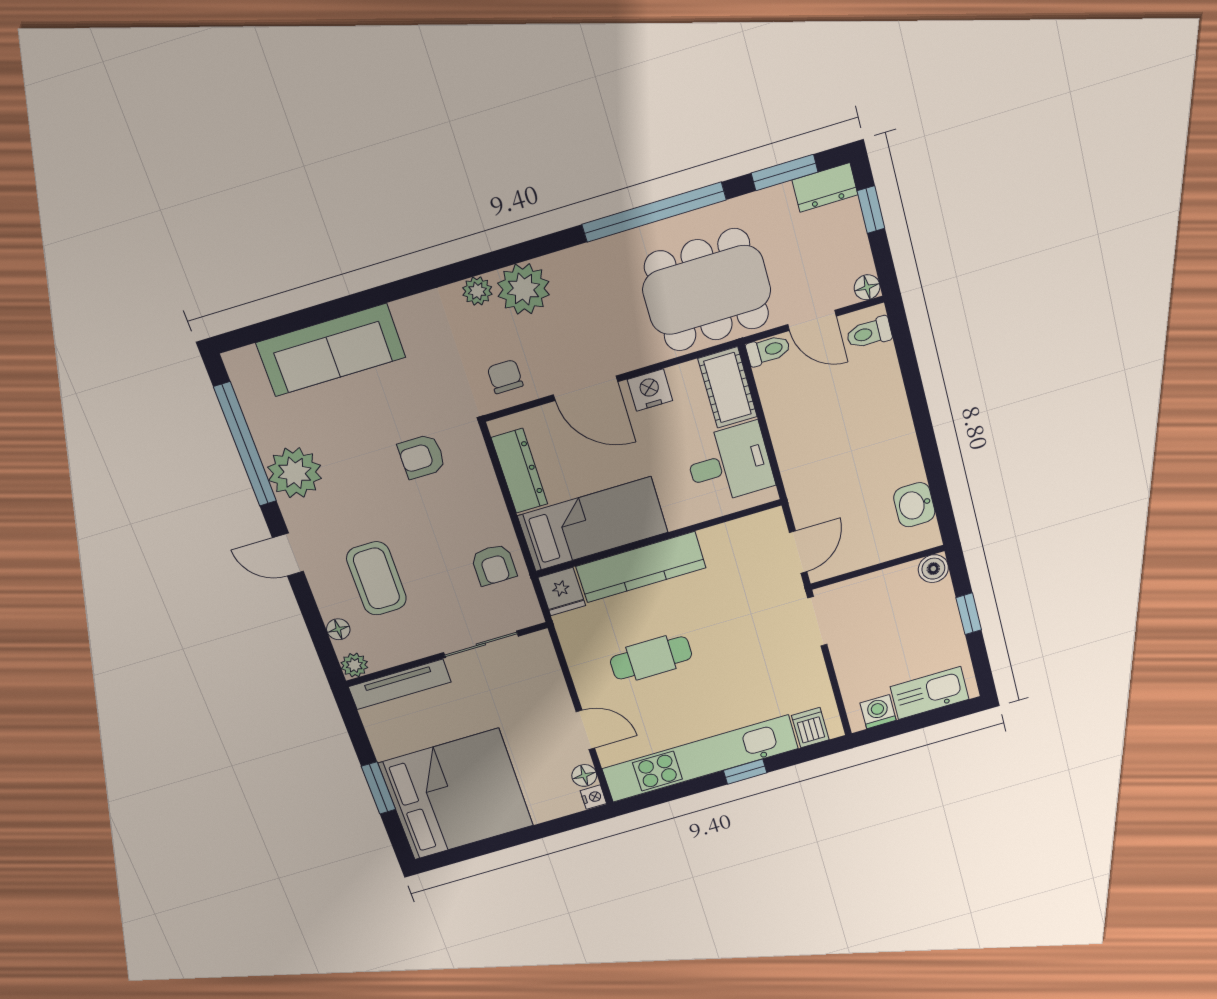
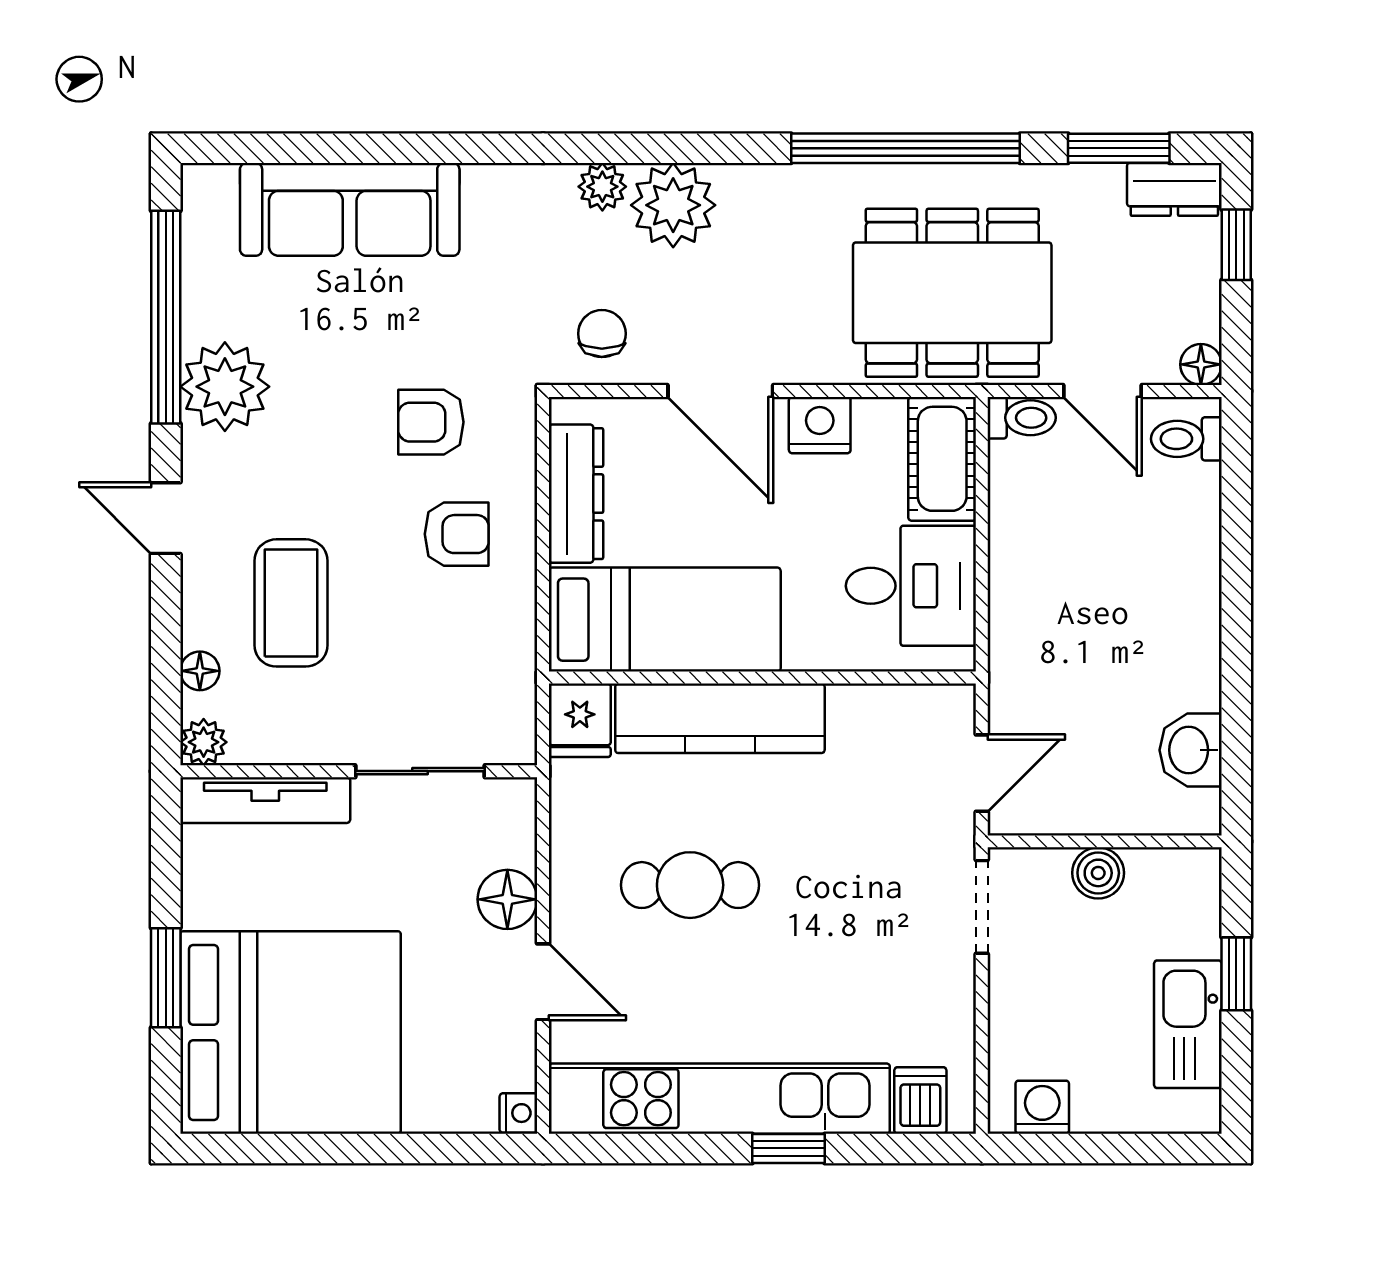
armchair: (494, 565) -> (457, 534), moved, turned -90
boiler: (933, 569) -> (1098, 873), moved
kitchen sink: (930, 693) -> (1188, 1024), moved, turned -90
floor lamp: (584, 775) -> (507, 899), moved, width x1.37, depth x1.37

